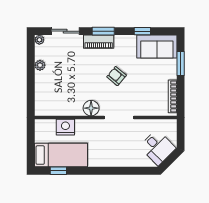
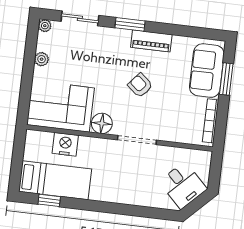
window: (142, 31) -> (181, 30), removed
piano: (99, 42) -> (151, 41), moved
sofa: (157, 46) -> (207, 71), moved, turned 90
corner sofa: (58, 99) -> (60, 106), added

